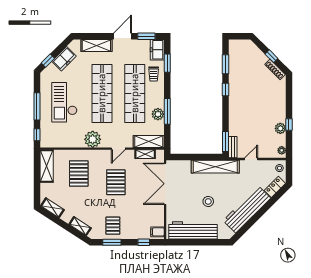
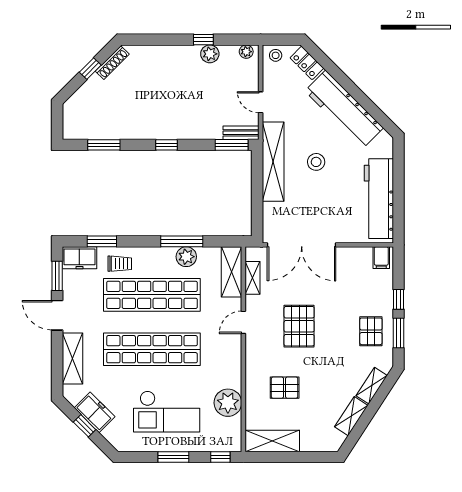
window: (48, 61) -> (85, 426), moved
window: (225, 90) -> (167, 145), moved
window: (37, 106) -> (173, 457), width x0.69
plant: (93, 139) -> (228, 403), moved
door: (118, 149) -> (243, 322), swing flipped
pallet: (79, 173) -> (285, 388), width x0.67, depth x0.71
pallet: (116, 182) -> (299, 326), turned 90
stool: (208, 201) -> (316, 162), moved
shelving: (52, 208) -> (351, 416), moved
pallet: (113, 226) -> (371, 331), turned 90
window: (144, 242) -> (399, 299), moved

